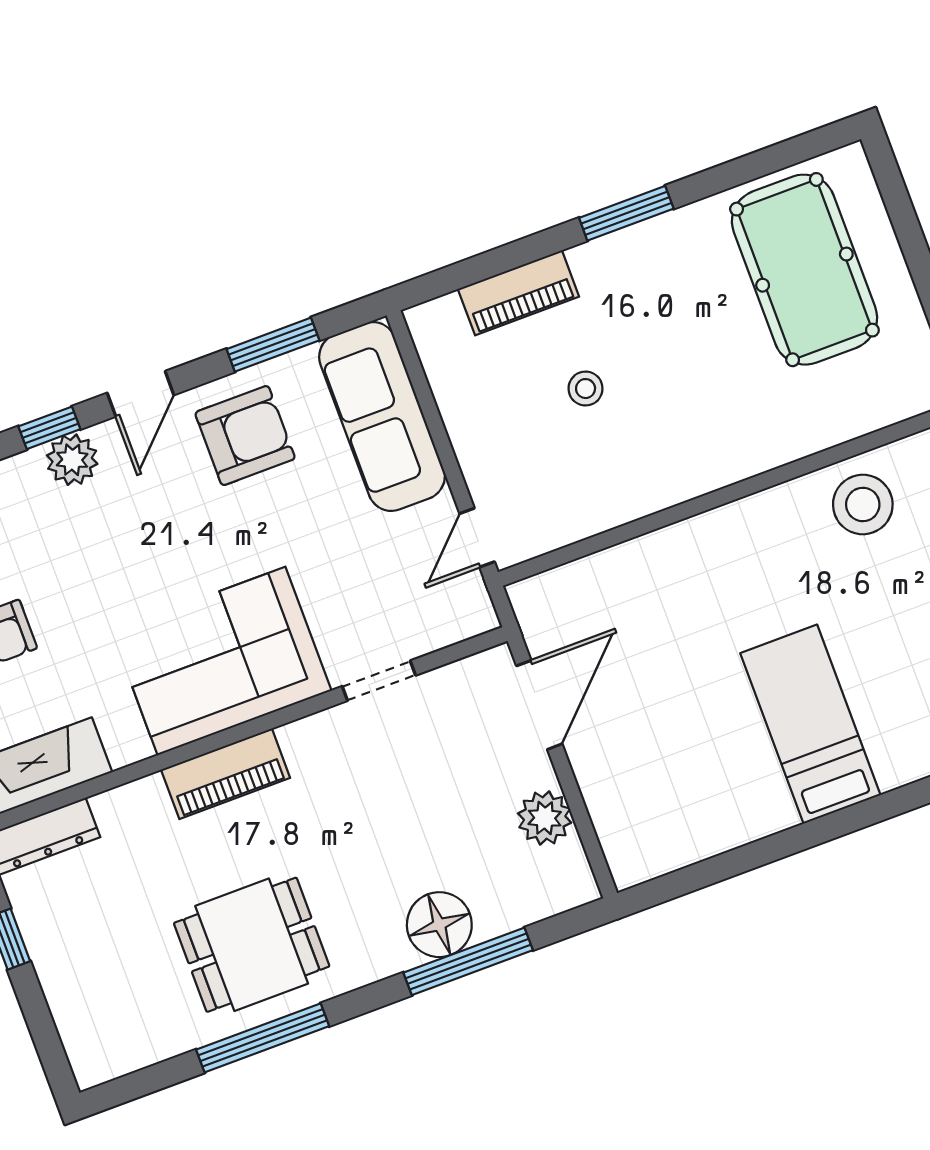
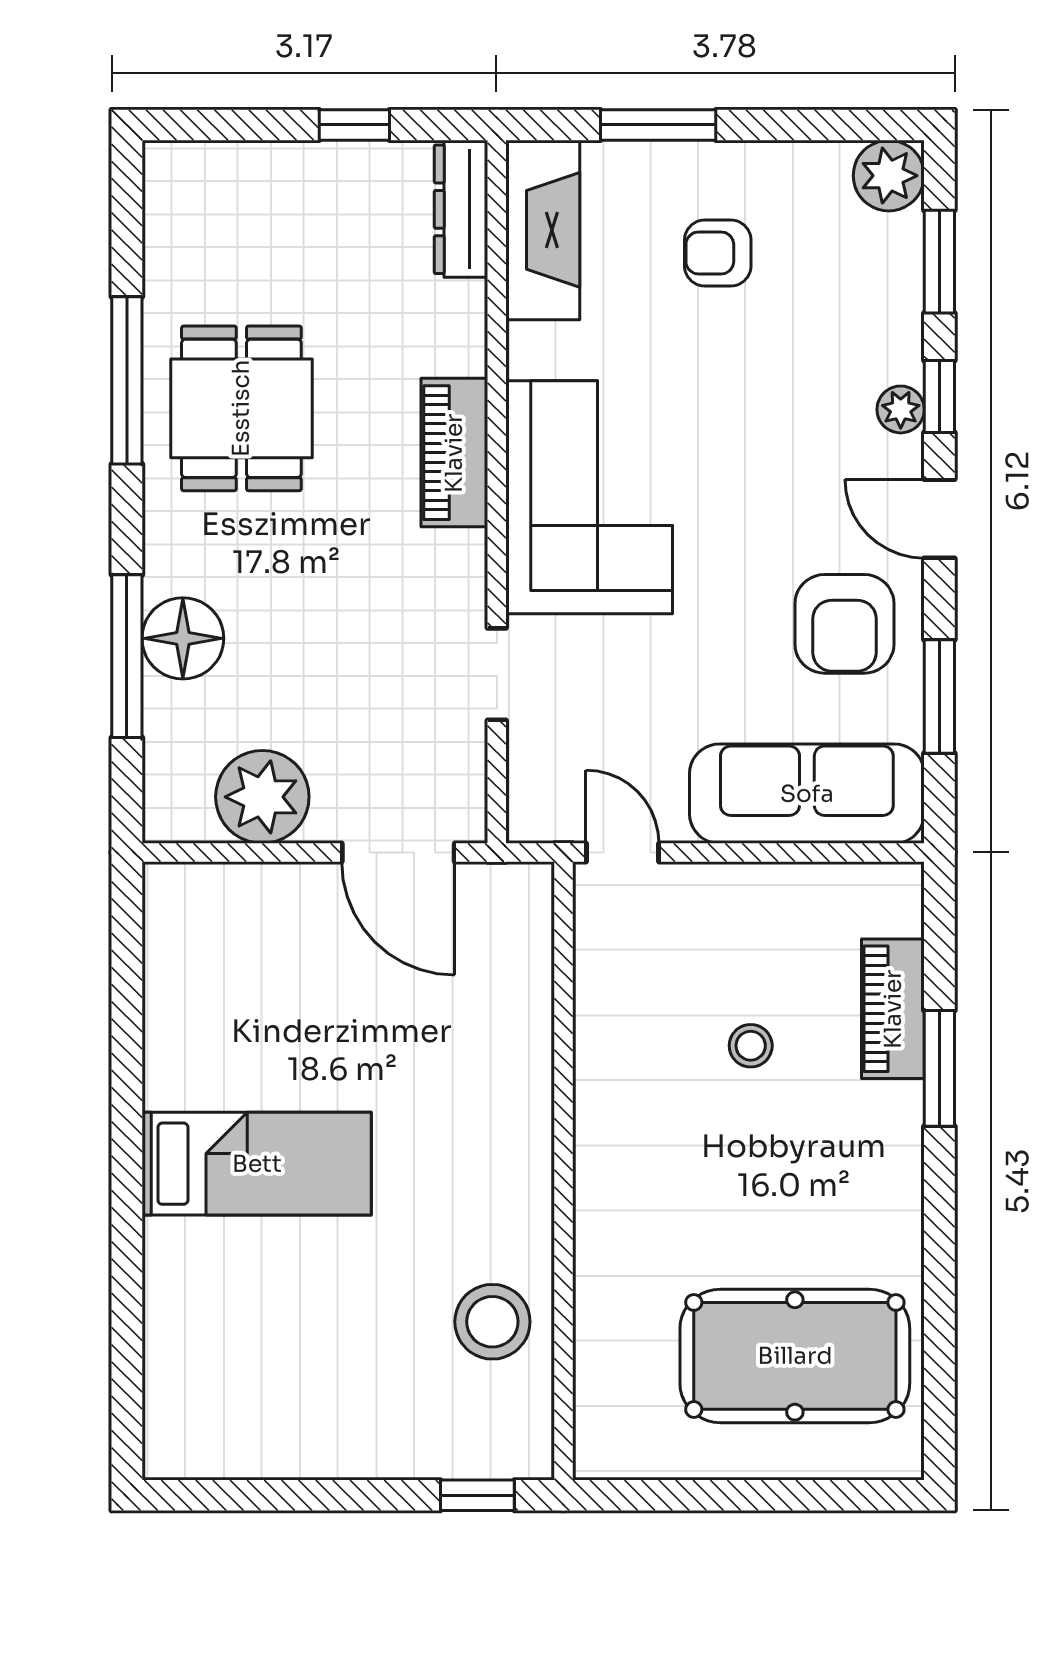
window: (626, 213) -> (939, 1068), moved
plant: (72, 460) -> (901, 409), width x0.73, depth x0.73
plant: (545, 818) -> (262, 797), width x1.36, depth x1.36

